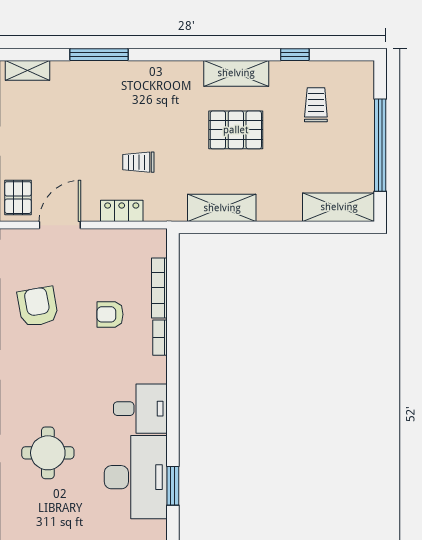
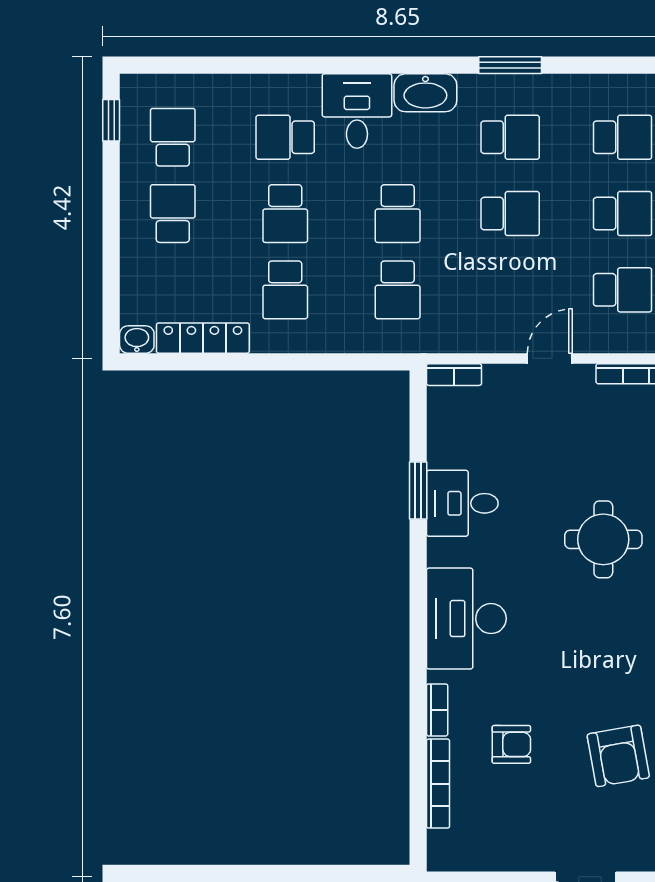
desk: (140, 409) -> (466, 619), width x1.37
desk: (136, 477) -> (462, 503), width x0.53, depth x0.77

